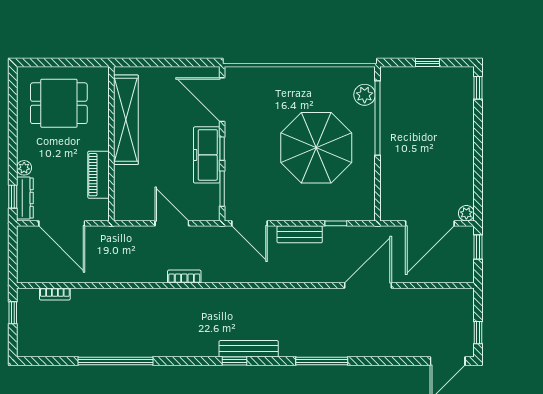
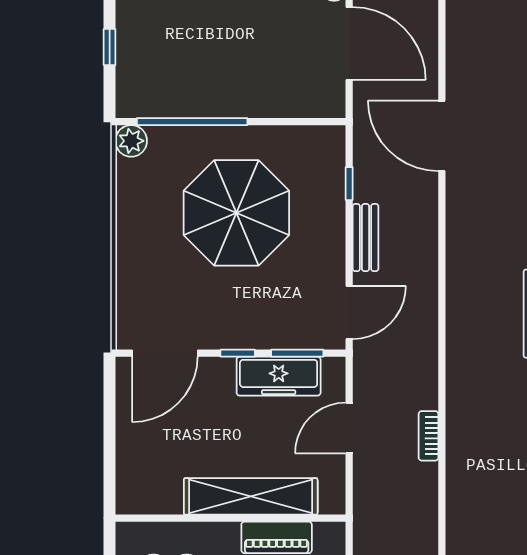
plant: (365, 95) -> (131, 141), moved
shelving: (126, 120) -> (251, 496), moved
freezer: (207, 155) -> (279, 376), moved
bookcase: (184, 277) -> (428, 436), moved

